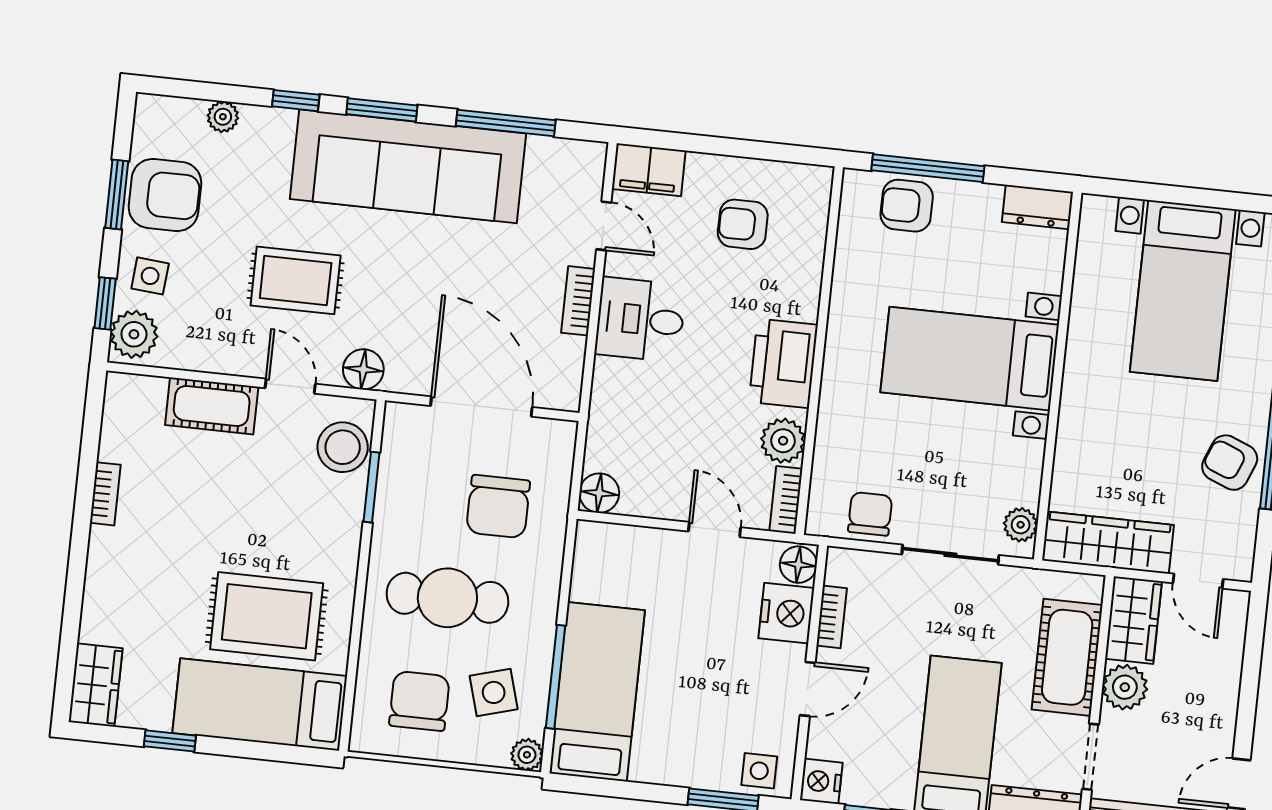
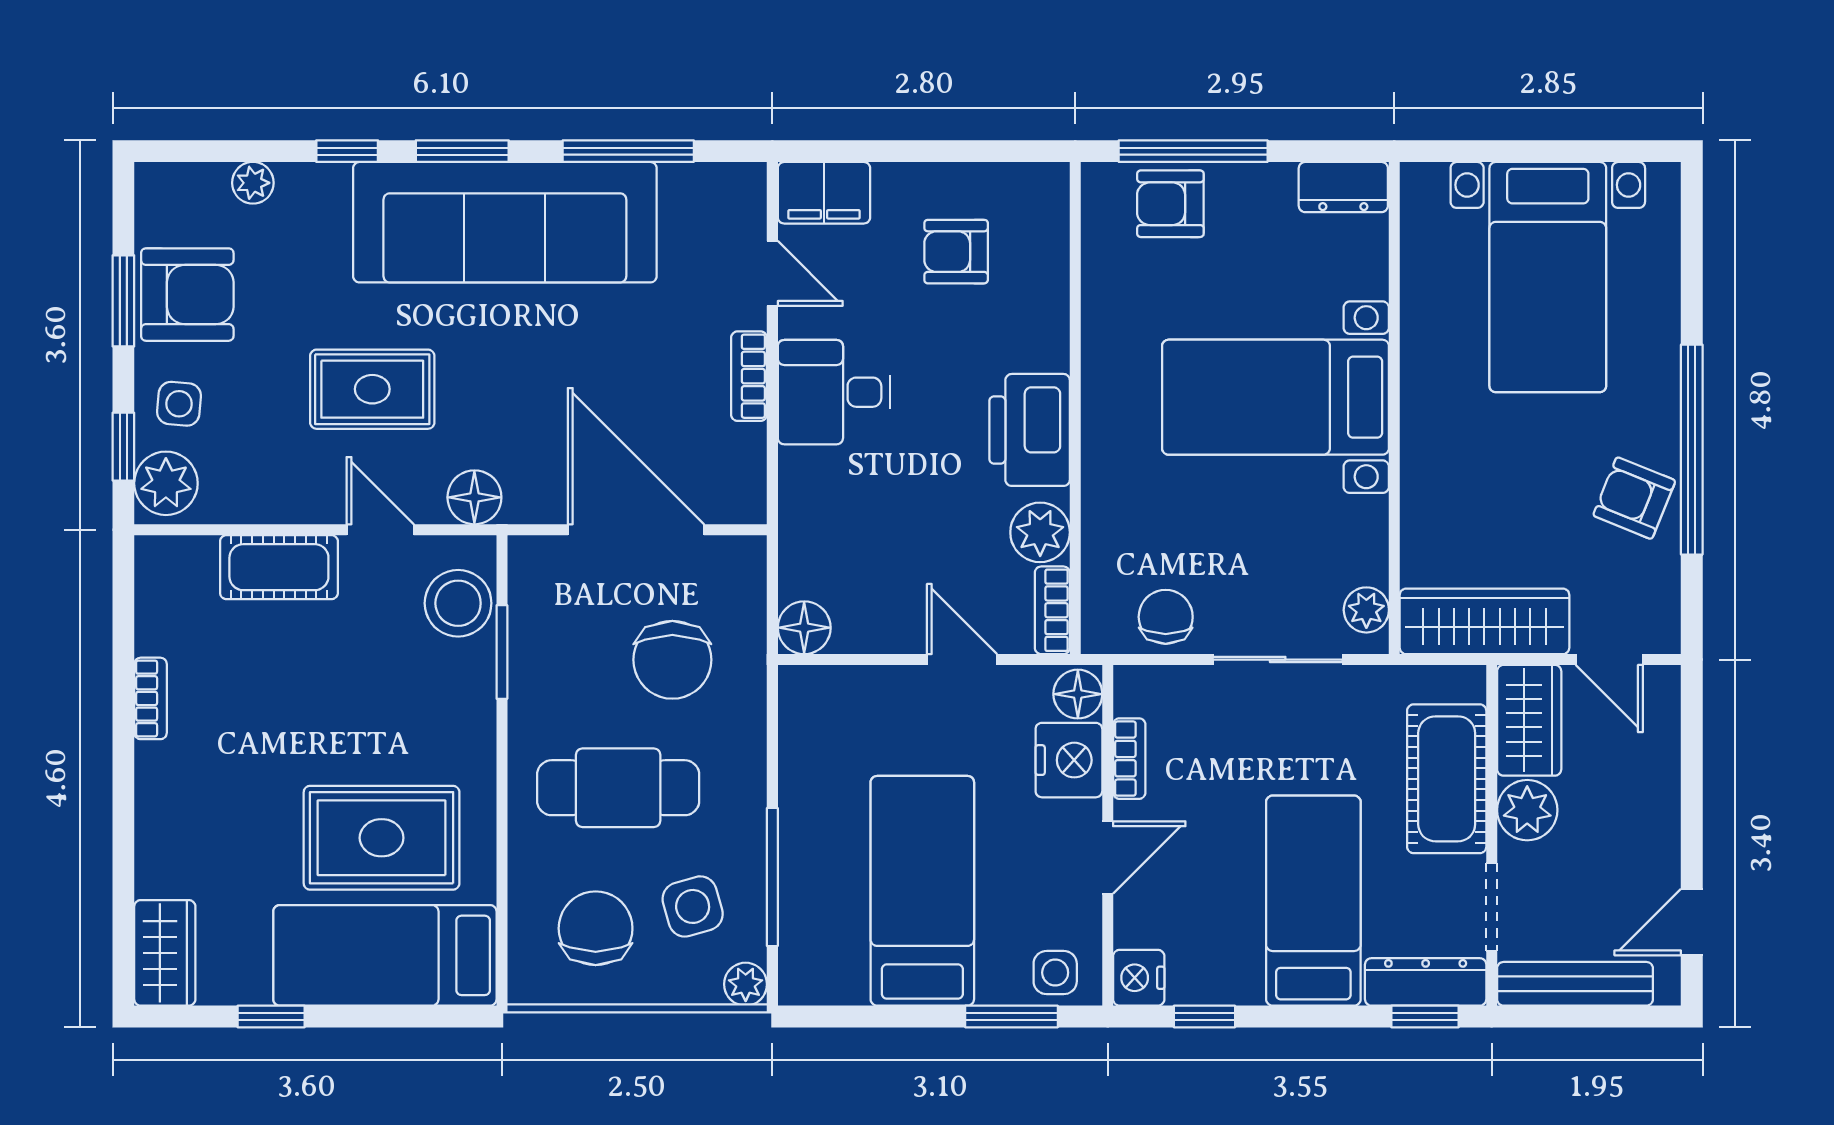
bed: (597, 692) -> (922, 891), moved

